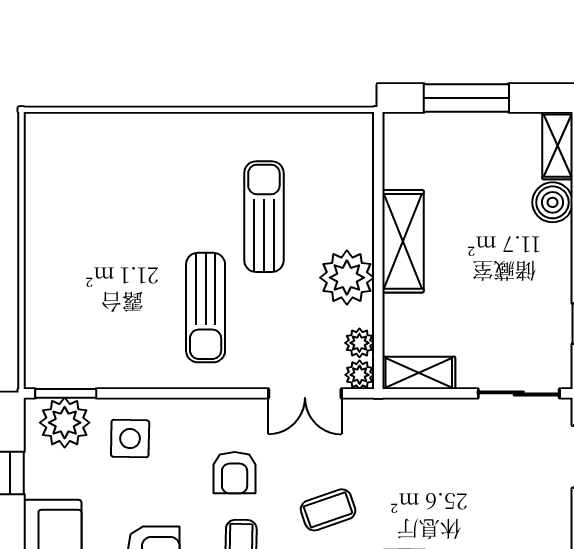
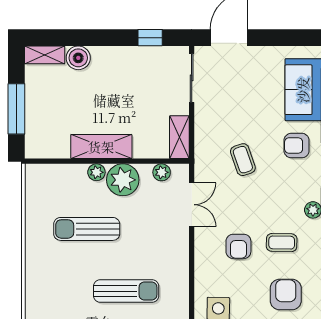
sun lounger: (206, 308) -> (126, 291), moved
plant: (360, 375) -> (96, 172), moved
armchair: (235, 473) -> (238, 246), turned 90
coffee table: (328, 510) -> (243, 160), moved

